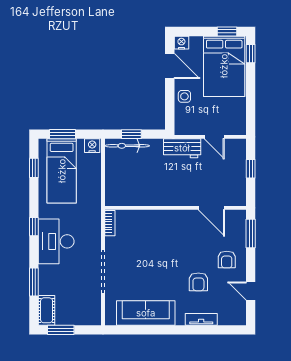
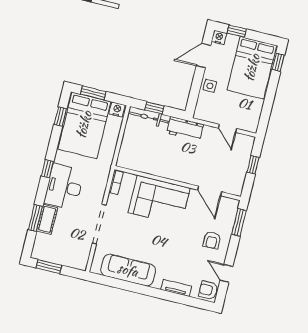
window: (227, 31) -> (237, 31), moved
door: (170, 66) -> (204, 56), swing flipped
workbench: (182, 148) -> (185, 129), moved
bed: (62, 171) -> (84, 125), width x1.50
corner sofa: (160, 231) -> (159, 200), added
armchair: (198, 282) -> (208, 290), moved, turned 90
cot: (47, 310) -> (47, 219), moved

